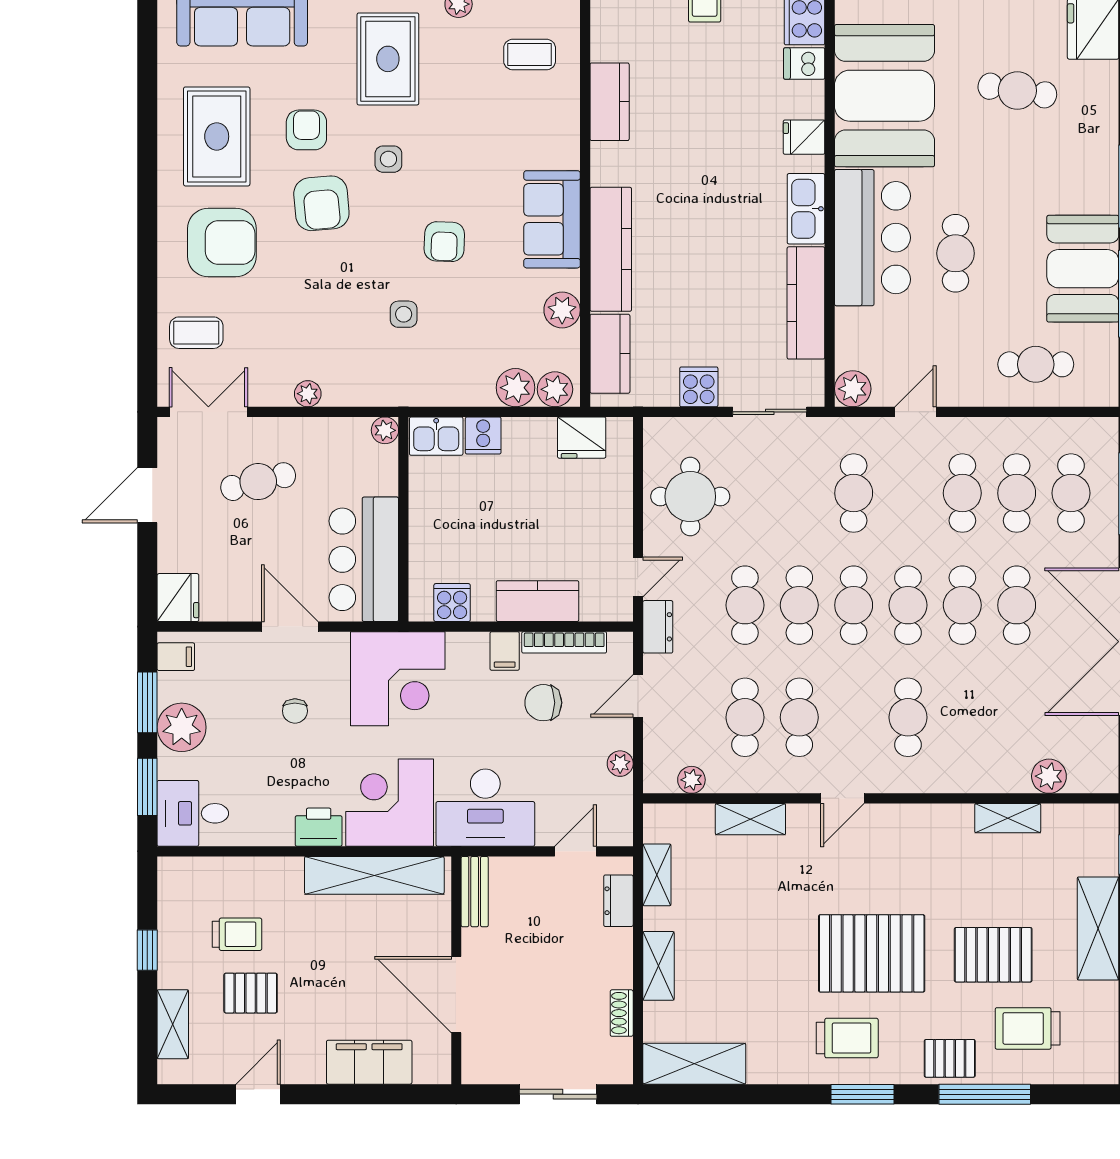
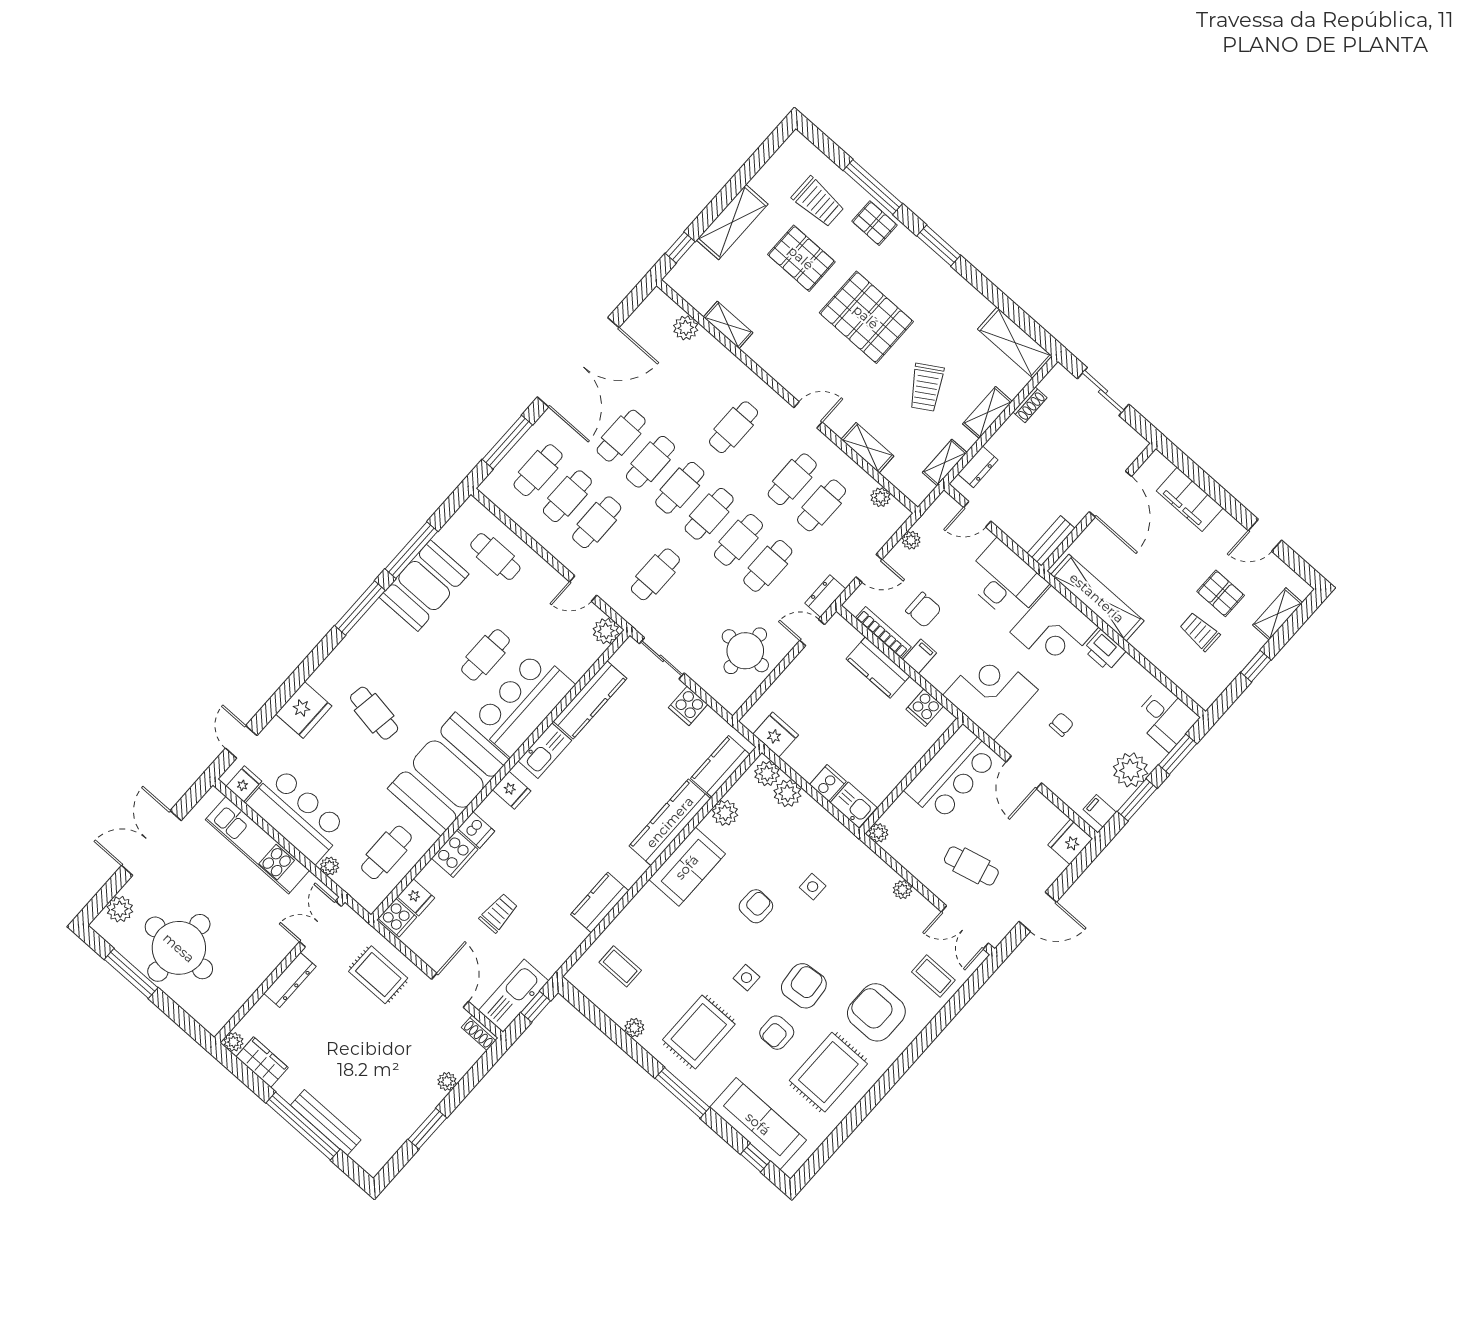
trolley: (847, 1038) -> (926, 387), moved, turned -122

